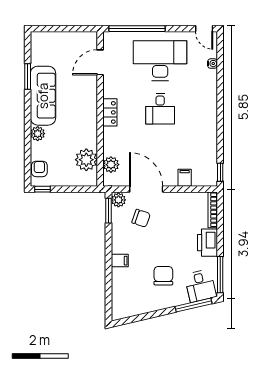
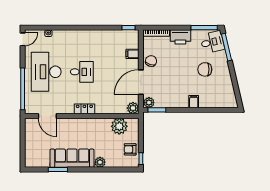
plant: (111, 165) -> (133, 108), moved
armchair: (39, 169) -> (130, 149), moved
chair: (141, 218) -> (151, 61), moved

